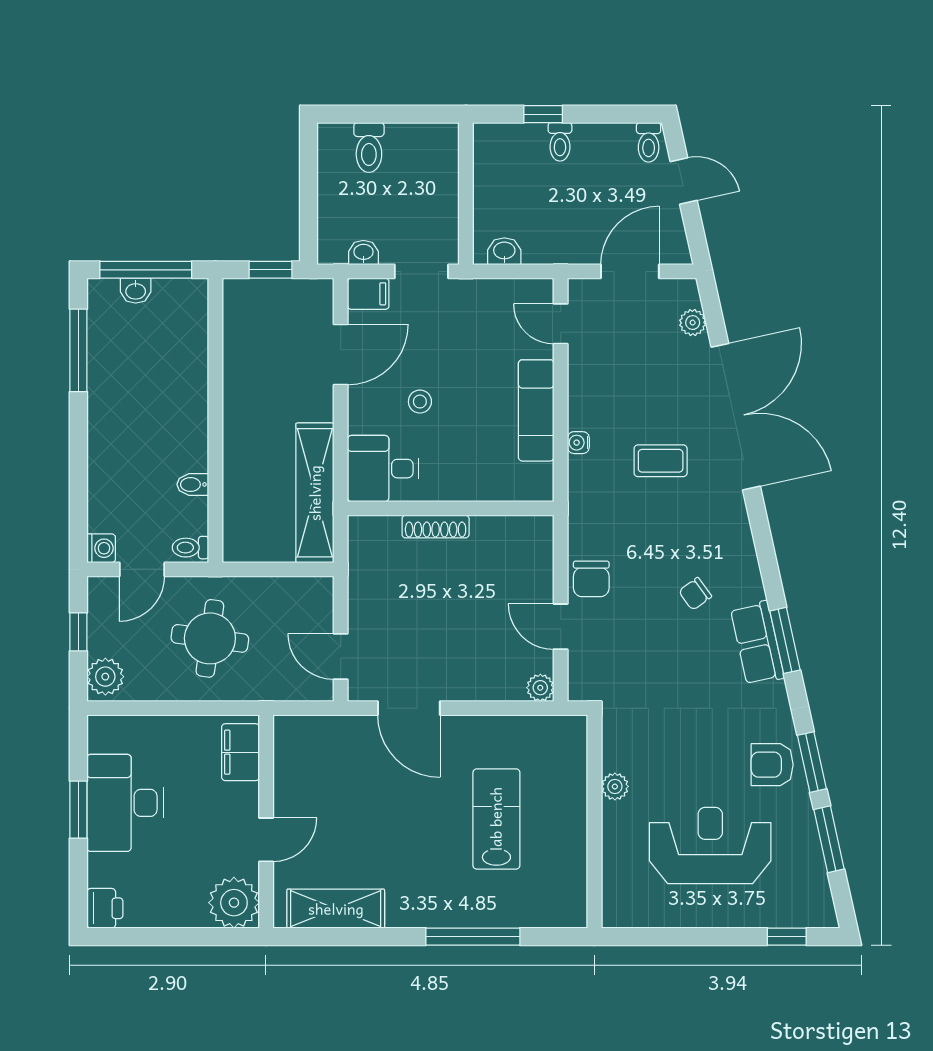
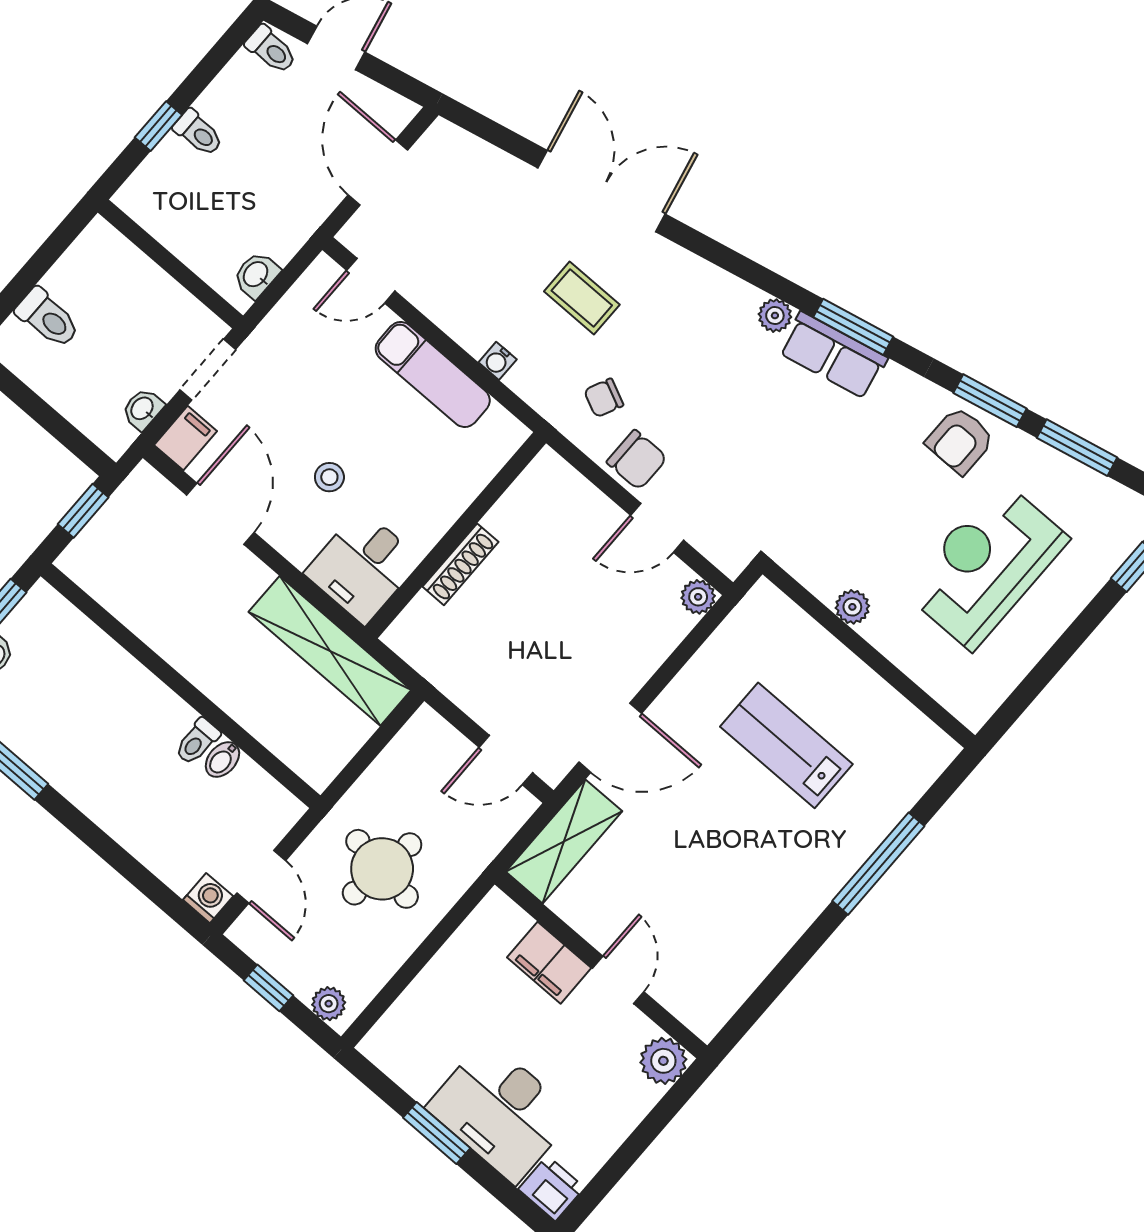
plant: (693, 323) -> (775, 316), moved
double door: (736, 417) -> (601, 191), width x0.73
coffee table: (661, 461) -> (582, 298), turned 90
toilet: (190, 548) -> (197, 741), moved
chair: (695, 594) -> (604, 398), moved, turned 61
plant: (105, 677) -> (329, 1004), width x0.73, depth x0.73
filing cabinet: (240, 752) -> (549, 963), moved
desk: (125, 803) -> (501, 1111), moved
plant: (234, 903) -> (663, 1061), width x0.73, depth x0.73
shelving: (336, 909) -> (564, 841), moved

